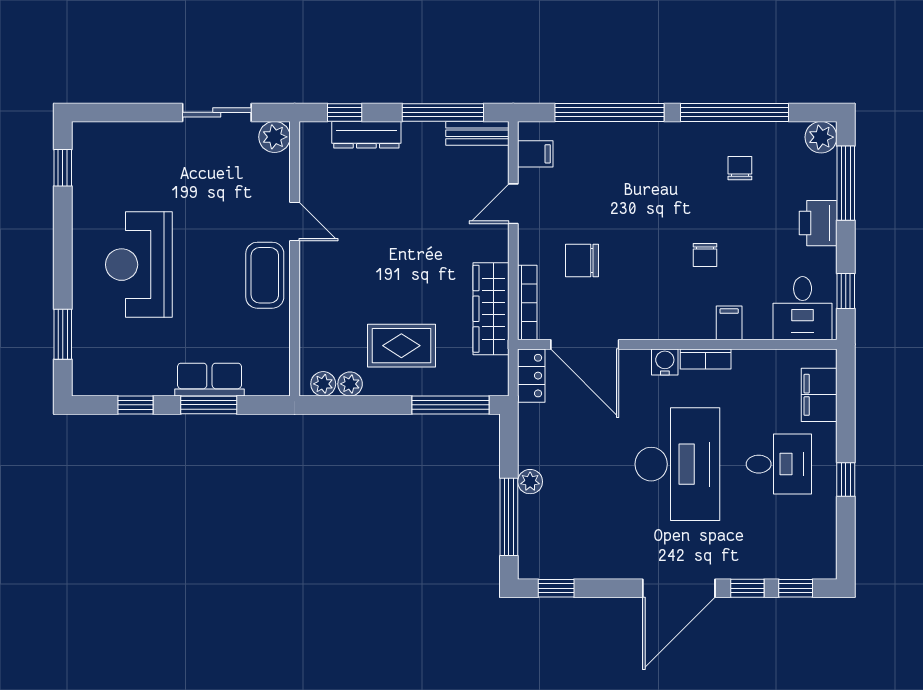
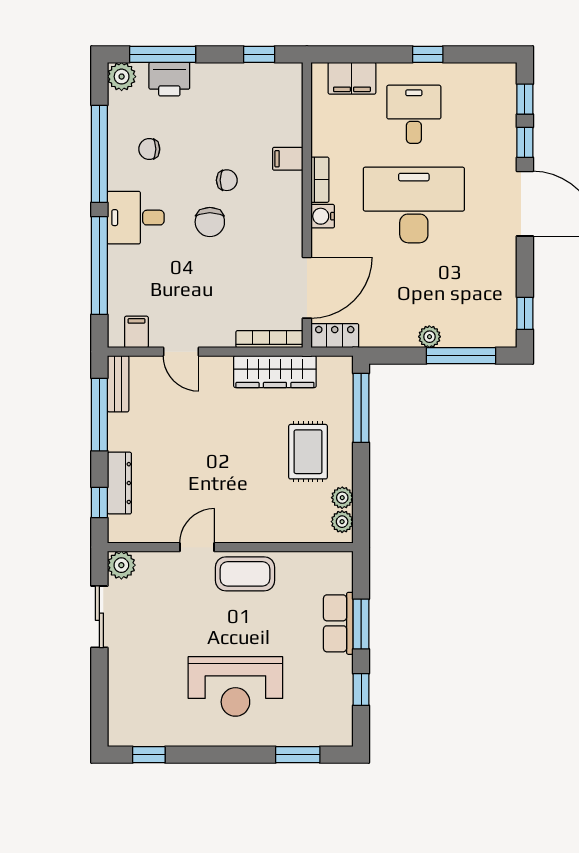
printer: (818, 223) -> (169, 79), moved
chair: (582, 260) -> (210, 222), moved
desk: (803, 308) -> (136, 218), moved, turned 180

